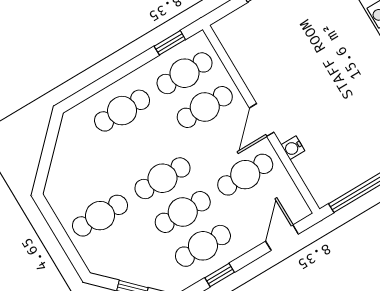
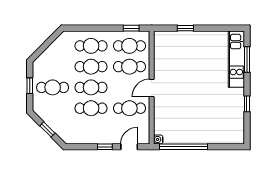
water cooler: (293, 148) -> (158, 139), moved
window: (61, 235) -> (30, 86), added
cafe table: (203, 246) -> (91, 67), moved
window: (220, 275) -> (105, 147), moved

